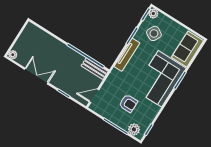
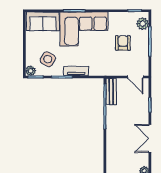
tv unit: (127, 55) -> (76, 71), width x0.71

